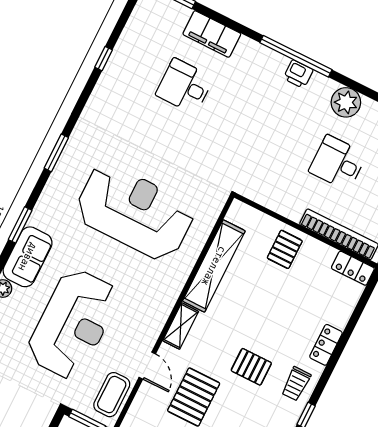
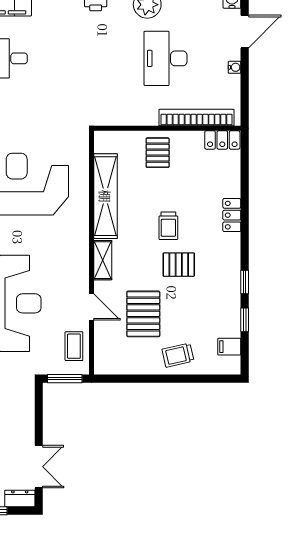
desk: (338, 163) -> (166, 58), width x1.37
trolley: (296, 384) -> (168, 226), moved
coffee table: (112, 395) -> (74, 346), width x0.73, depth x0.77

